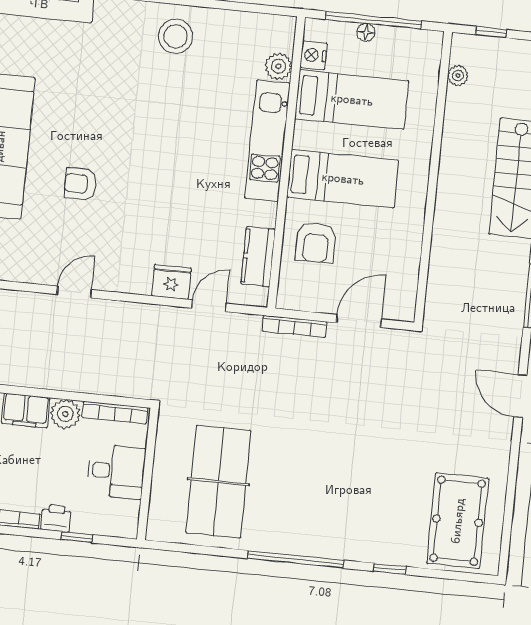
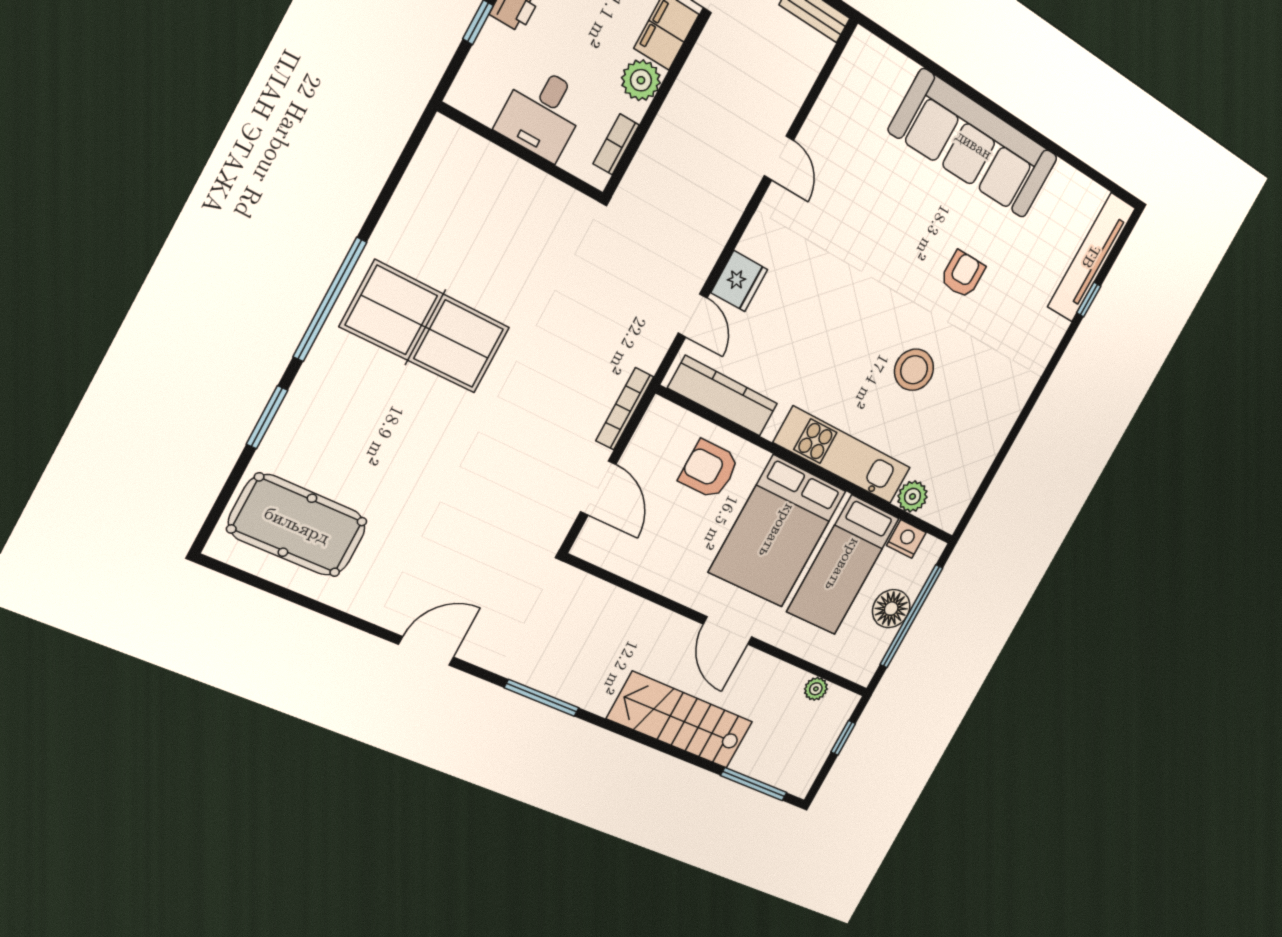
floor lamp: (366, 32) -> (891, 609), width x1.89, depth x1.89
stool: (176, 36) -> (914, 370), moved
door: (434, 172) -> (728, 630), added
bed: (343, 179) -> (777, 531), width x1.50
armchair: (80, 184) -> (963, 274), moved
kitchen counter: (258, 257) -> (723, 396), width x1.50
bookcase: (115, 413) -> (616, 144), width x0.64
table tennis table: (218, 482) -> (425, 327), moved
window: (390, 569) -> (267, 417), width x1.50

